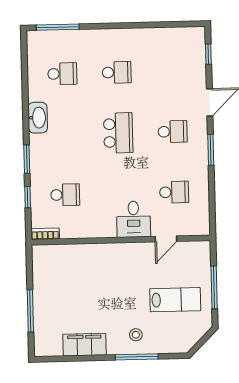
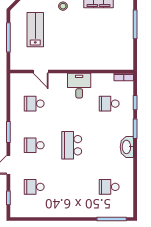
school desk: (117, 72) -> (34, 187), moved
washbasin: (38, 118) -> (127, 147), moved
desk: (134, 219) -> (79, 86), moved
door: (166, 239) -> (41, 72), swing flipped
lab bench: (175, 300) -> (35, 30), turned 90

